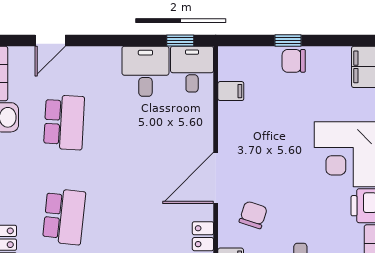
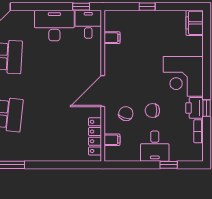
chair: (294, 61) -> (152, 111), moved
desk: (145, 71) -> (54, 26), width x1.37

